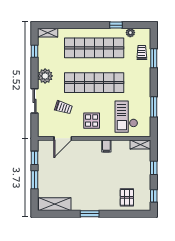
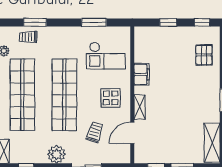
door: (63, 138) -> (132, 133), swing flipped
shelving: (140, 145) -> (140, 107), moved
filing cabinet: (106, 146) -> (142, 74), width x2.00
pallet: (127, 197) -> (204, 55), turned 90

